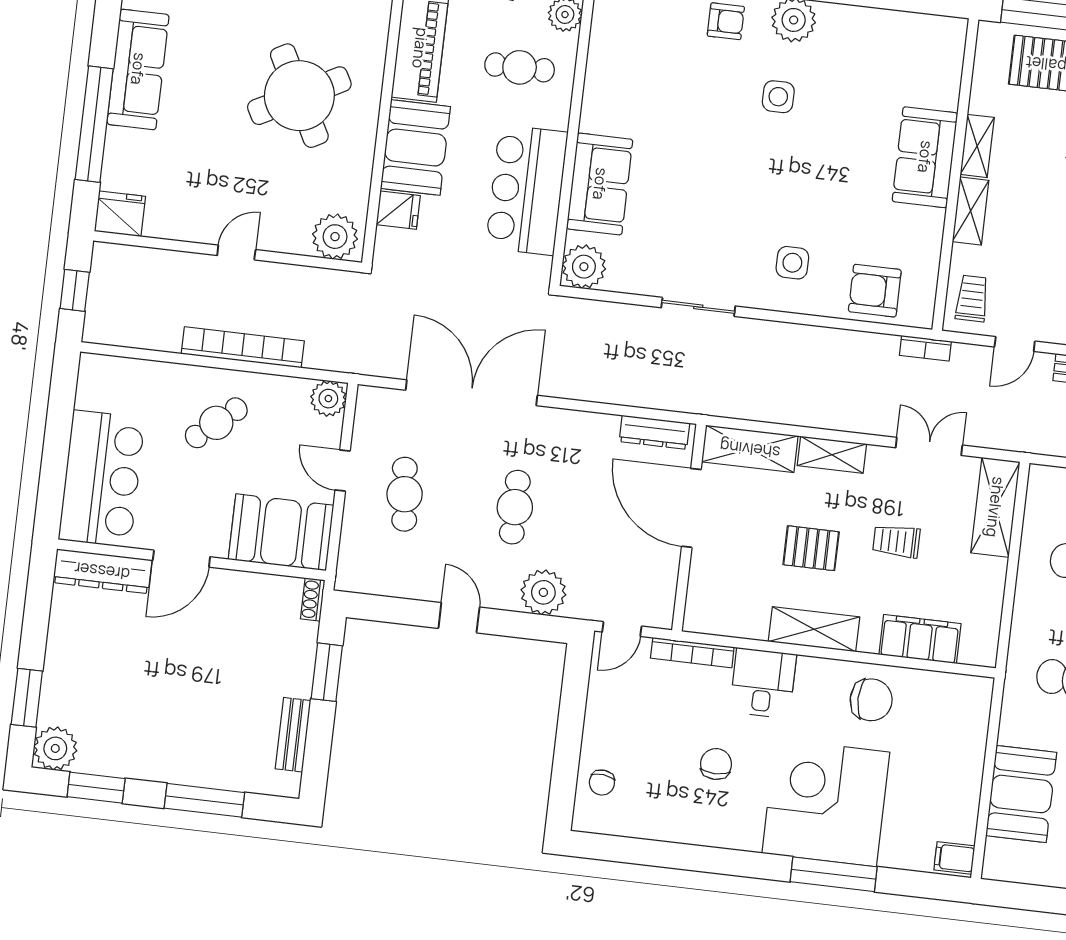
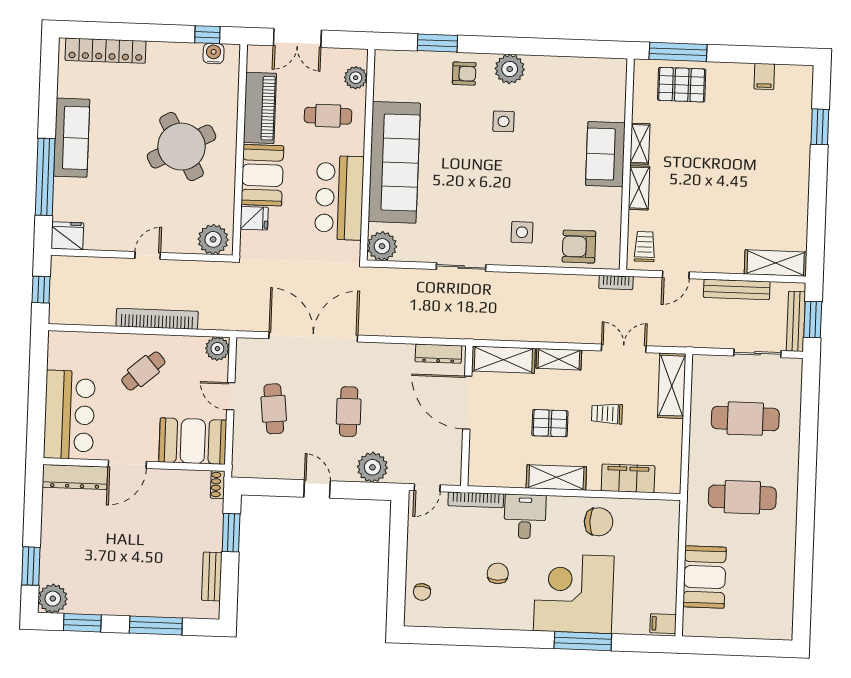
sofa: (600, 184) -> (394, 162), width x1.85, depth x1.27

